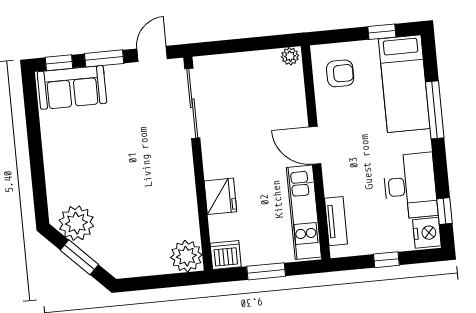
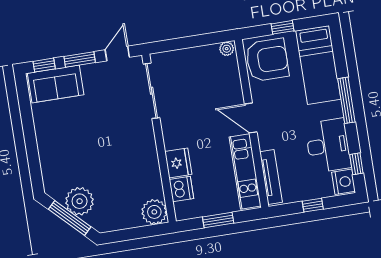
window: (382, 32) -> (283, 27), moved
armchair: (340, 73) -> (267, 60), width x1.88, depth x1.88
window: (435, 110) -> (346, 100), moved
tv unit: (336, 221) -> (271, 177), width x1.41
plant: (76, 223) -> (80, 201), moved
dishwasher: (226, 255) -> (181, 189), moved, turned 90
window: (79, 257) -> (70, 218), width x1.44

